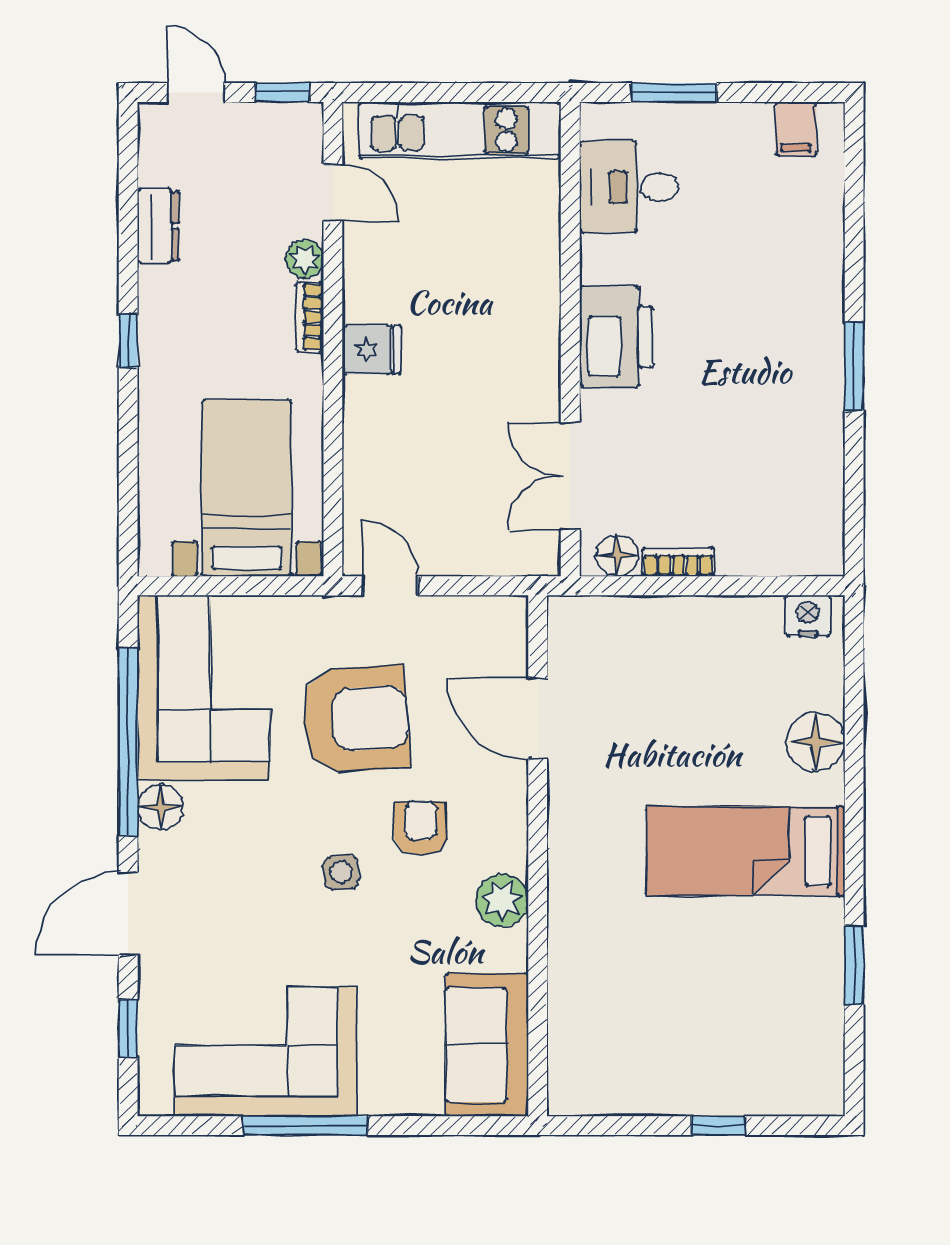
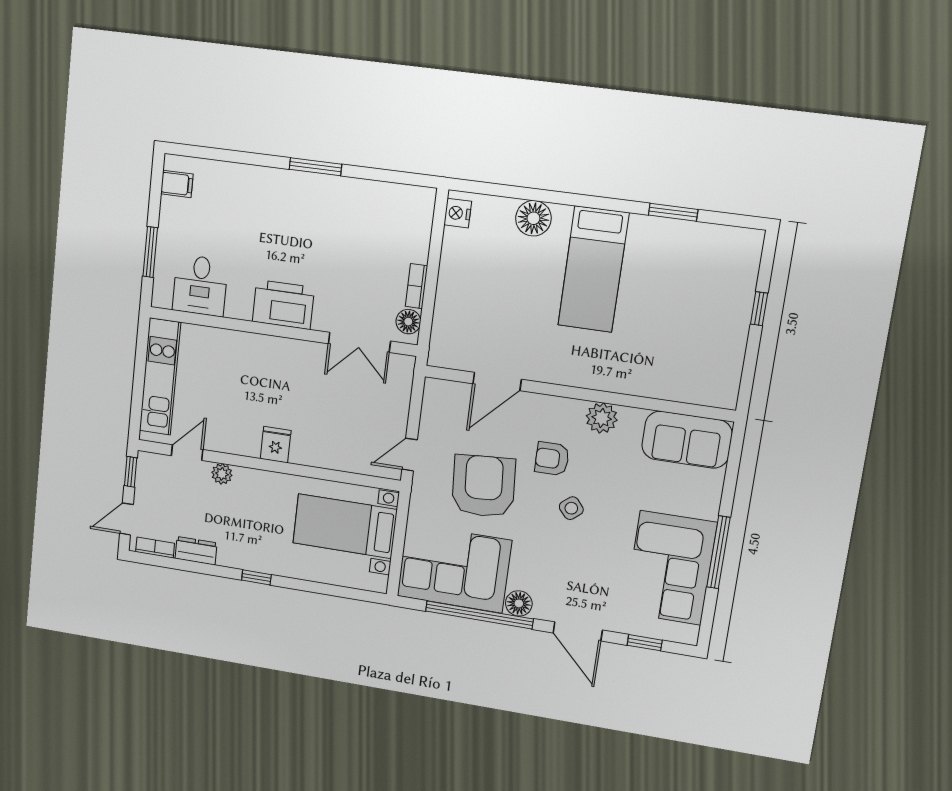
bookcase: (310, 317) -> (155, 548), moved, turned 180
side table: (341, 872) -> (571, 508), turned -35

